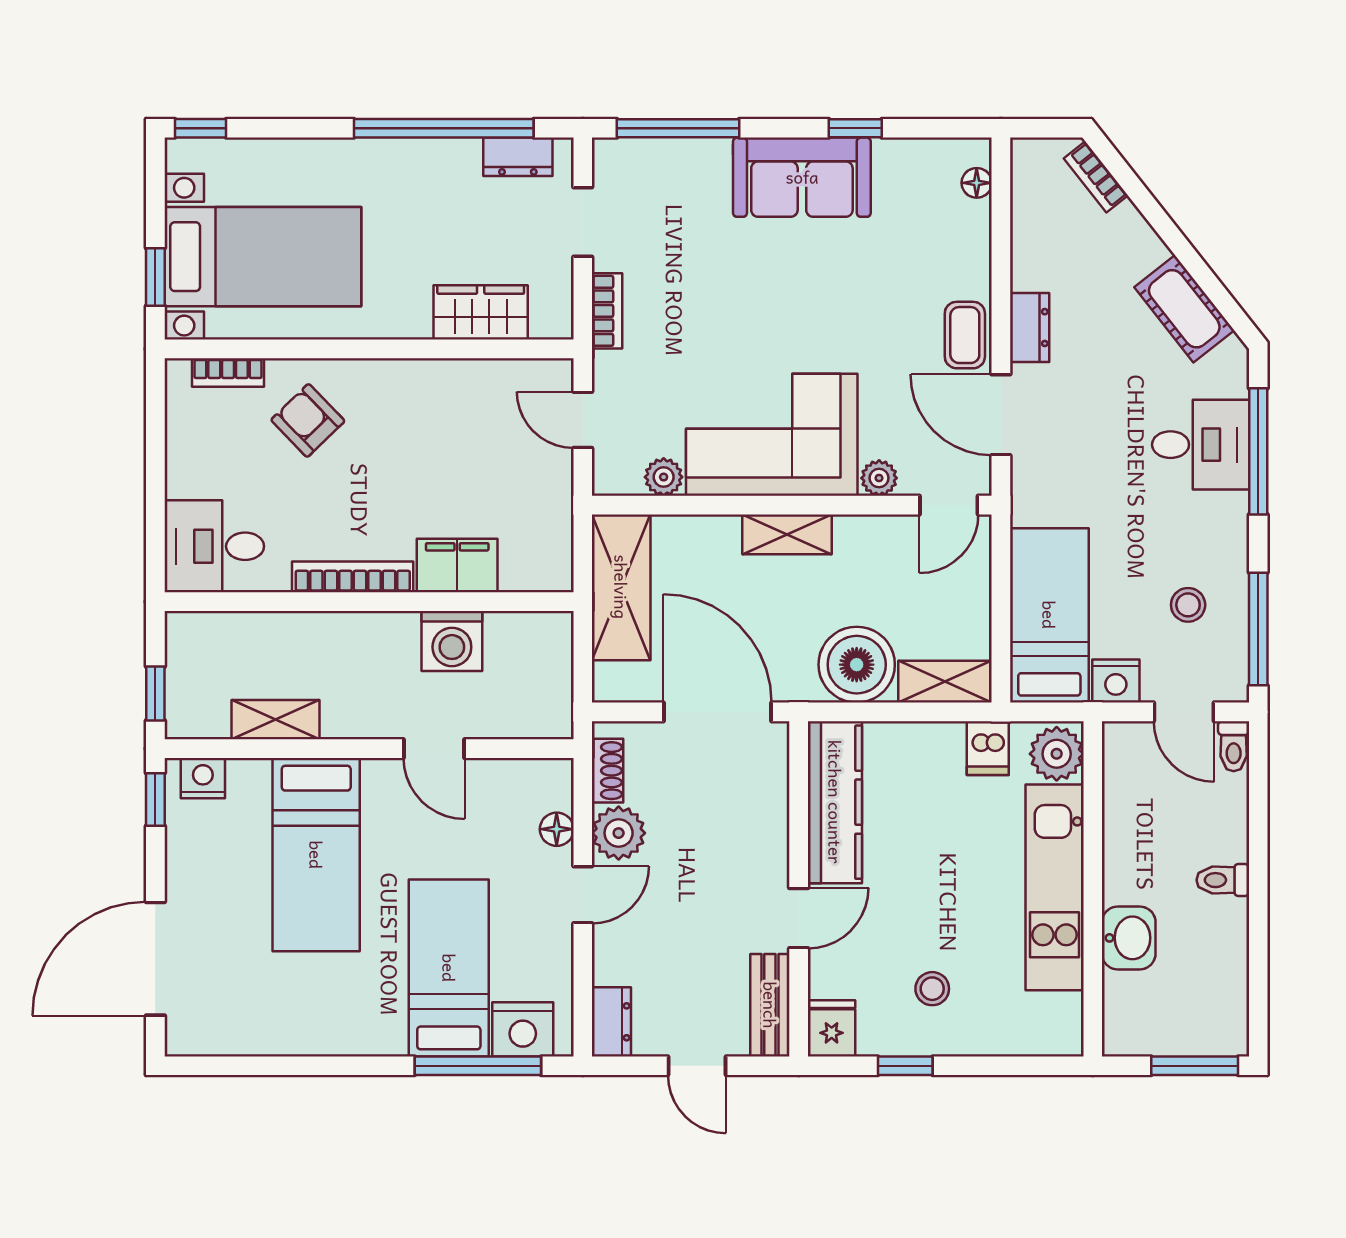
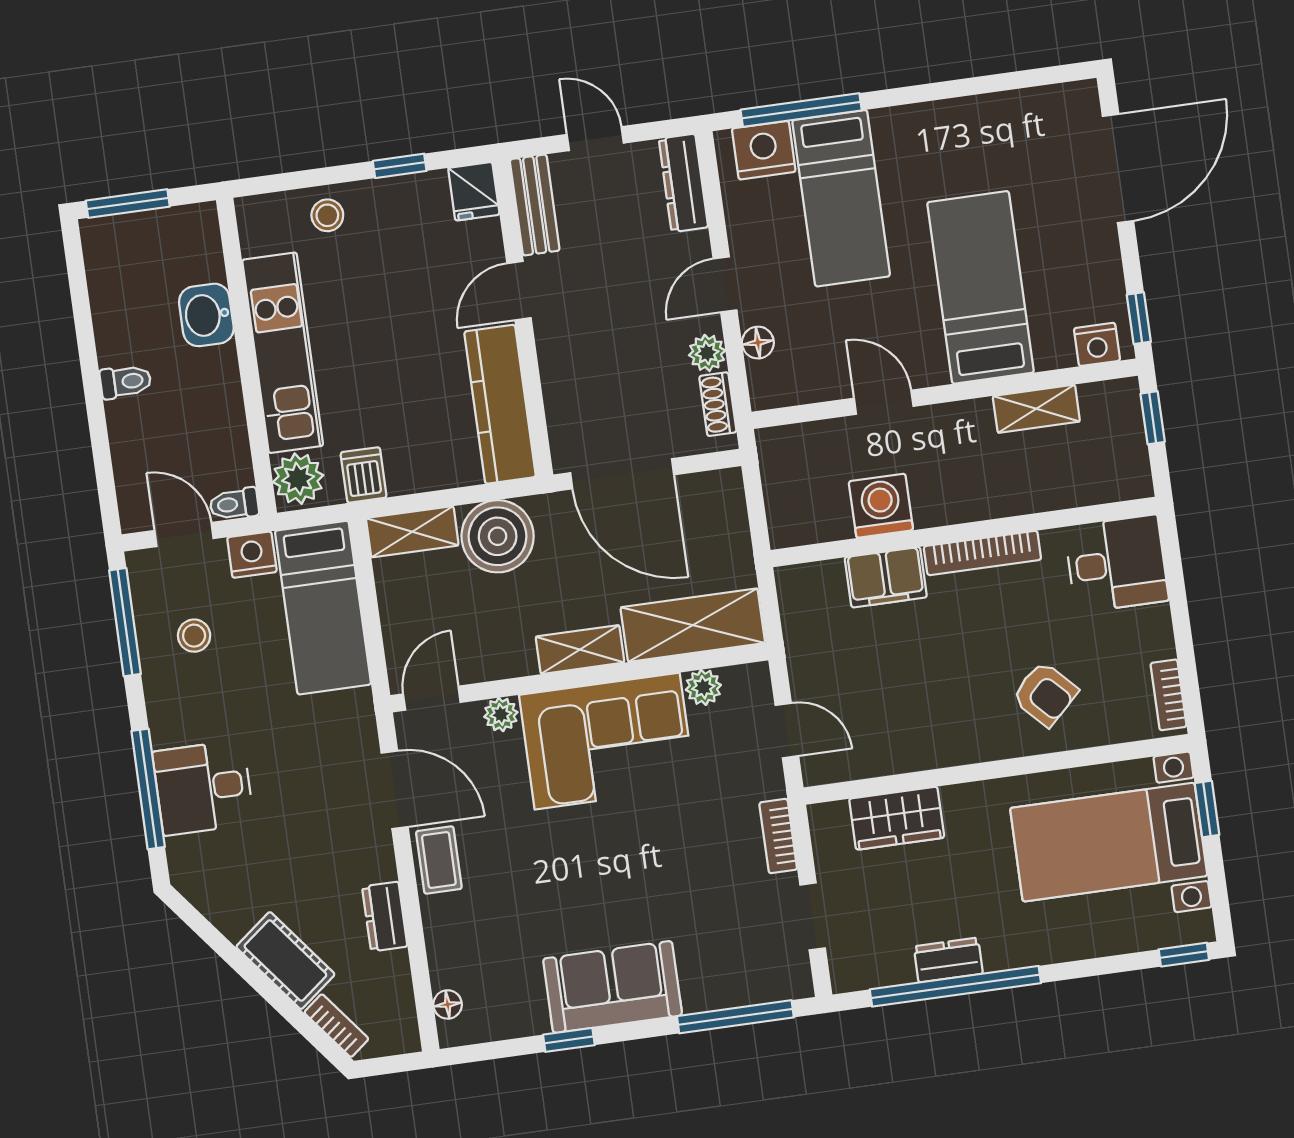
dresser: (518, 157) -> (948, 960), moved
cot: (1184, 309) -> (285, 961), moved
dresser: (1030, 328) -> (385, 917), moved
bookcase: (228, 372) -> (1169, 695), moved, turned -90
shelving: (621, 587) -> (693, 625), moved, turned 90
toilet: (1234, 746) -> (234, 504), moved, turned -90
plant: (619, 833) -> (707, 353), width x0.73, depth x0.73
stool: (932, 989) -> (327, 215), moved
dresser: (611, 1022) -> (683, 183), width x1.44

